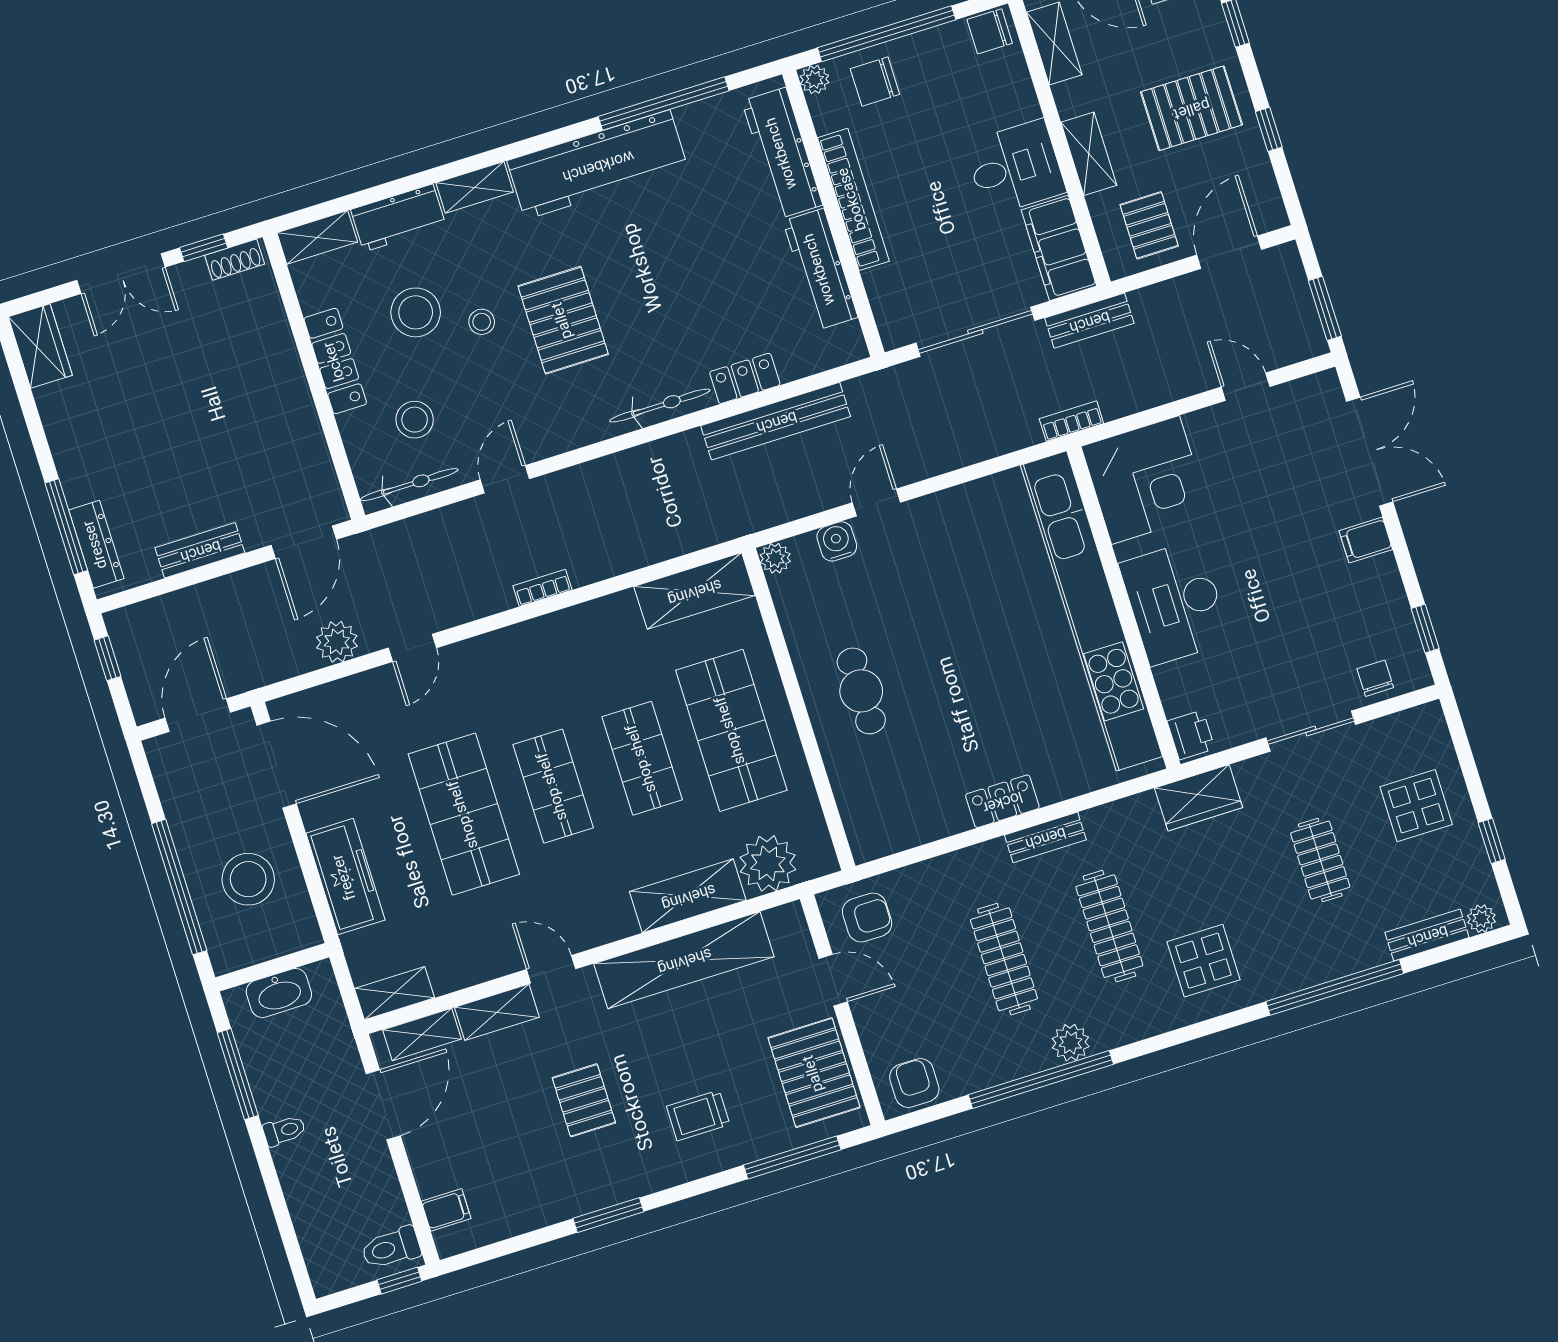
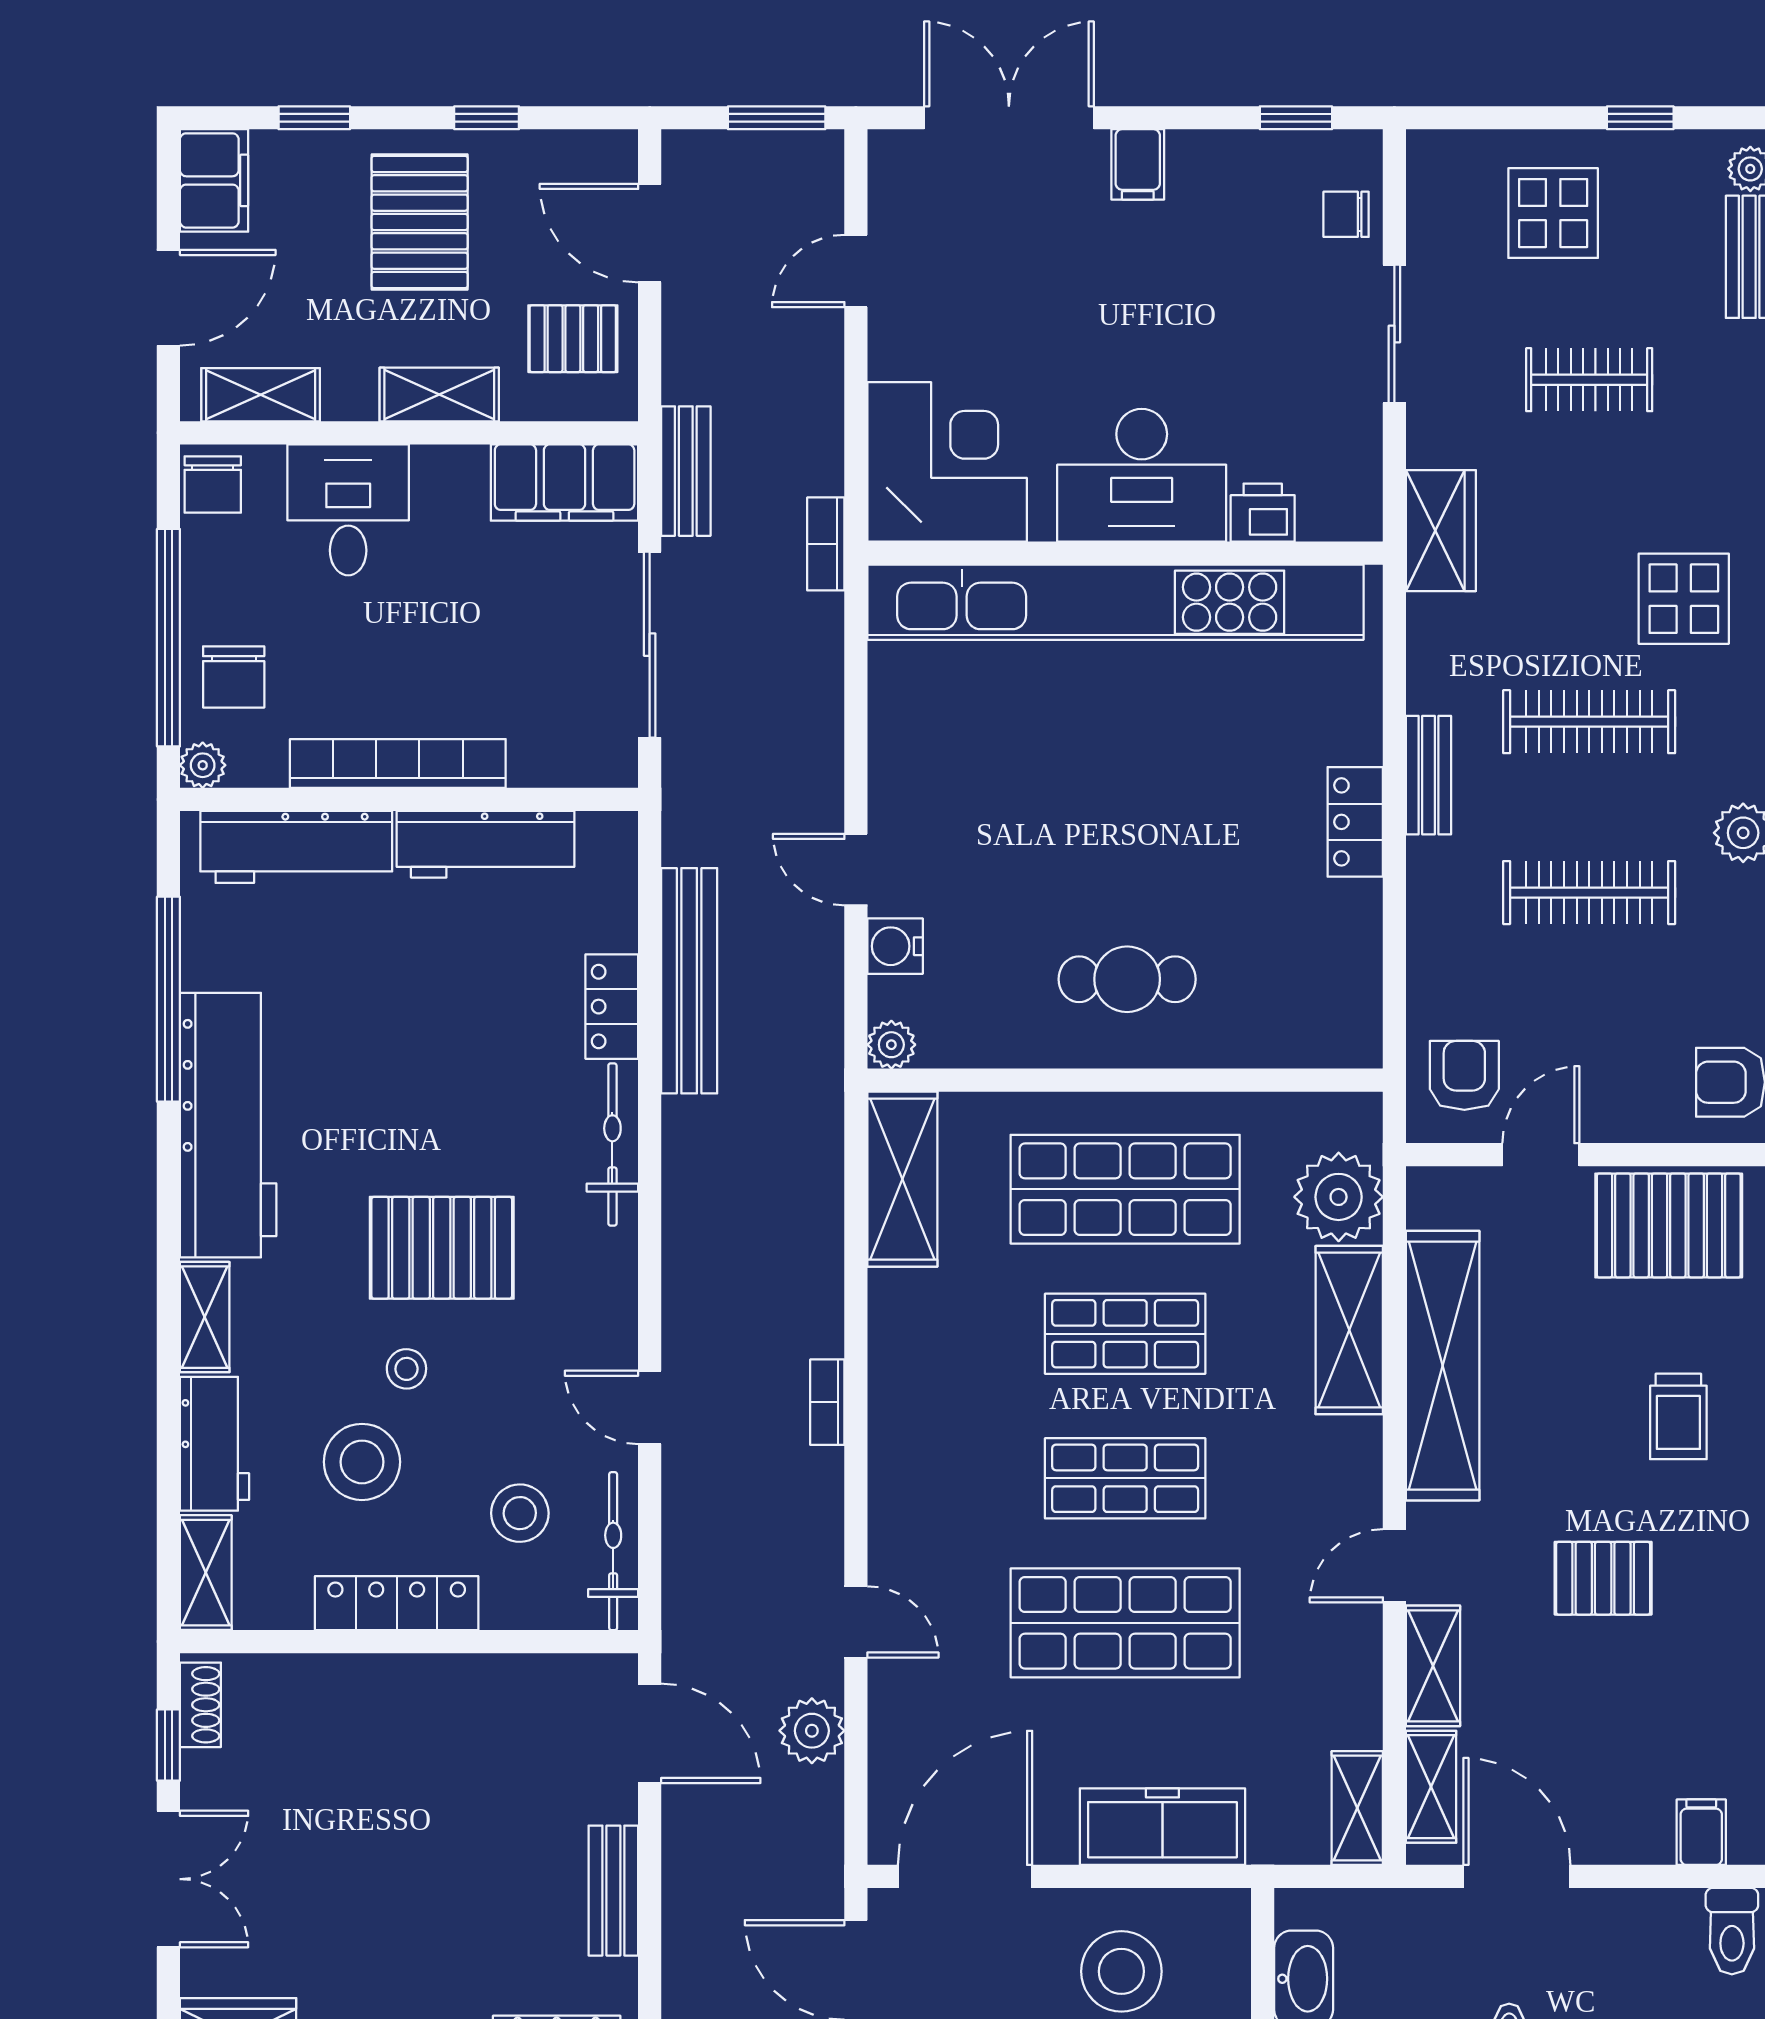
desk: (1015, 168) -> (348, 510), moved
printer: (1191, 735) -> (1263, 513), moved

